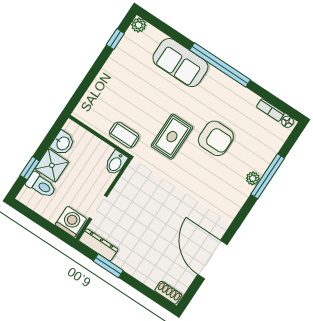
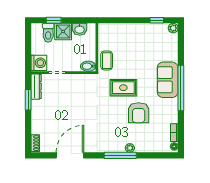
sofa: (180, 63) -> (168, 80), moved
window: (268, 176) -> (120, 155), moved

